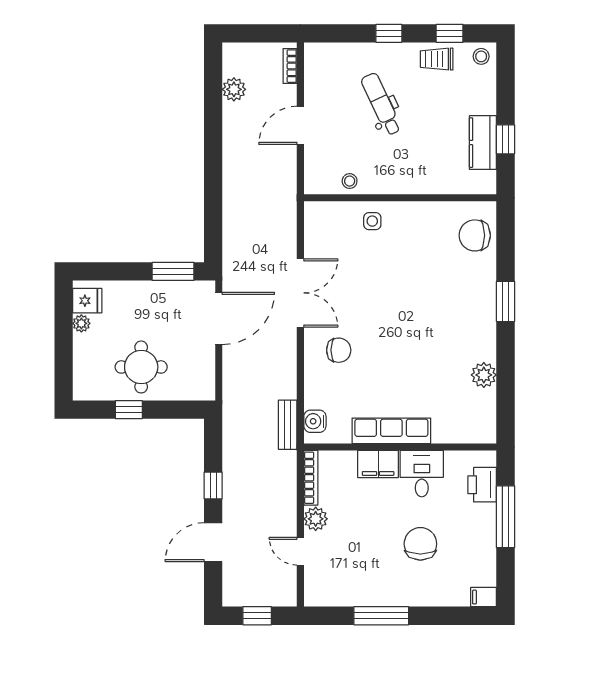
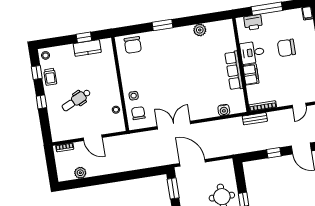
chair: (339, 350) -> (138, 113), moved
water cooler: (315, 421) -> (224, 110), moved
bench: (288, 425) -> (255, 119), moved
plant: (316, 519) -> (282, 101), removed

